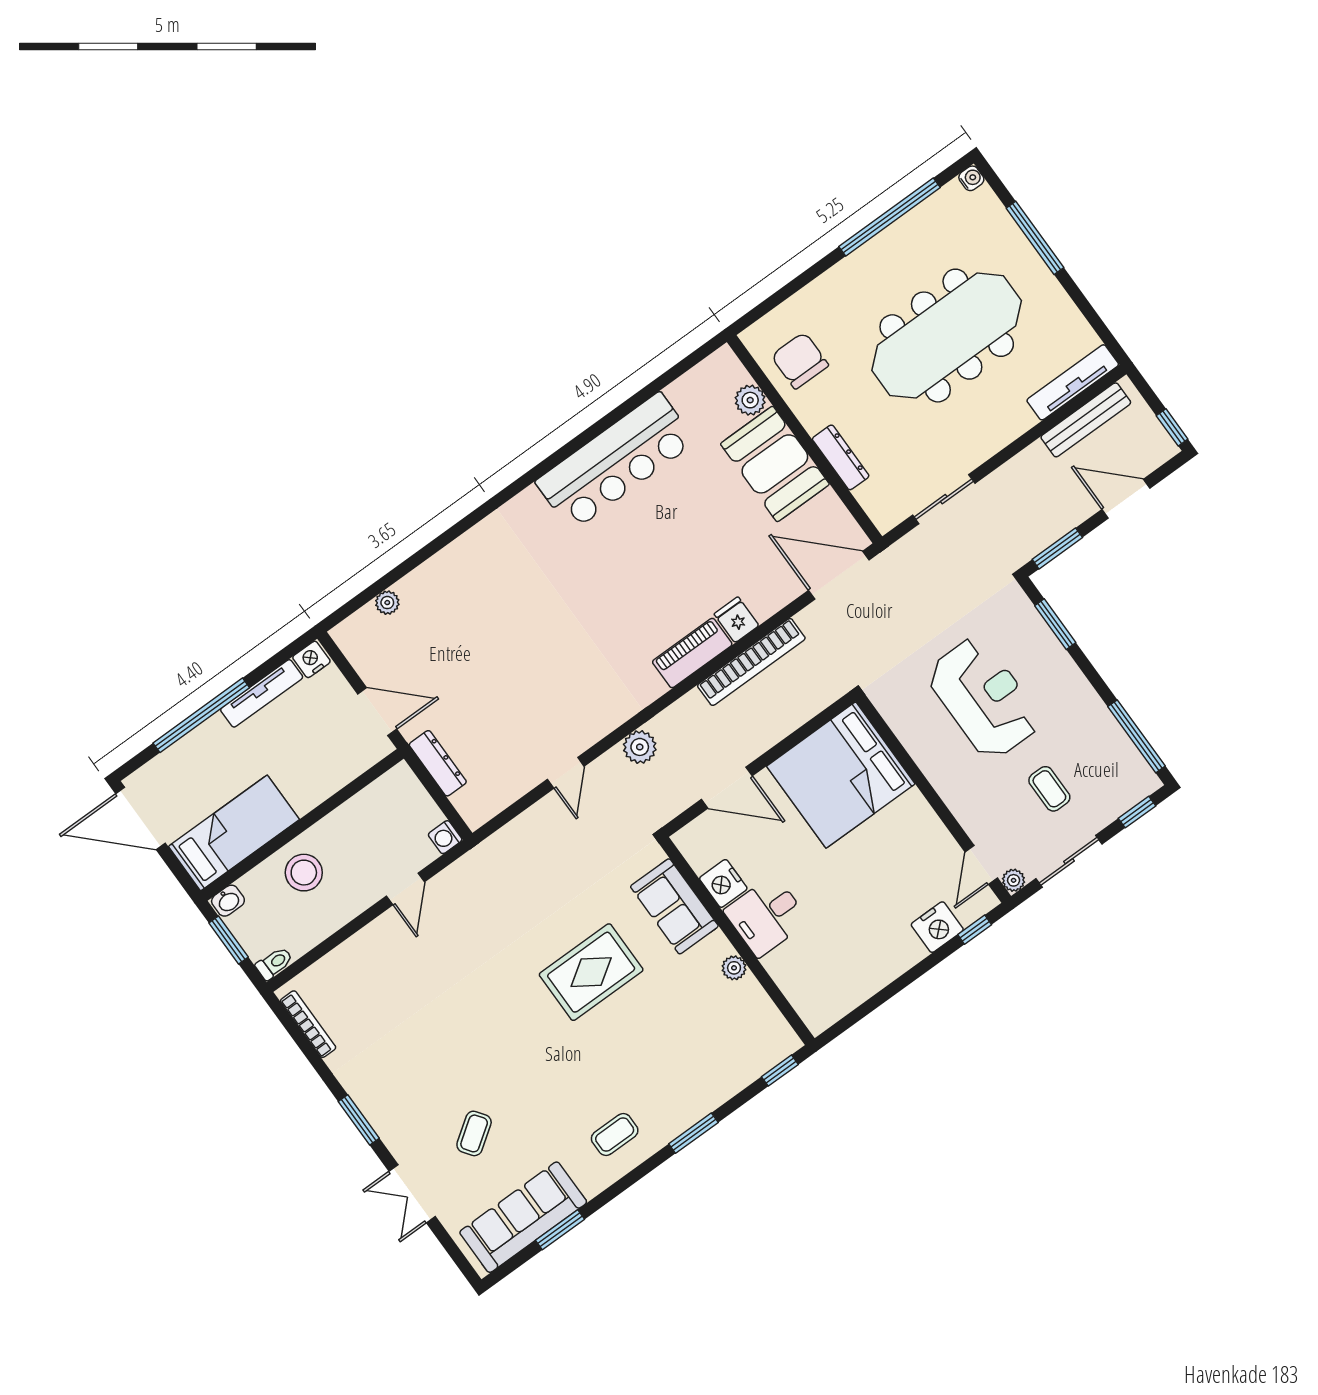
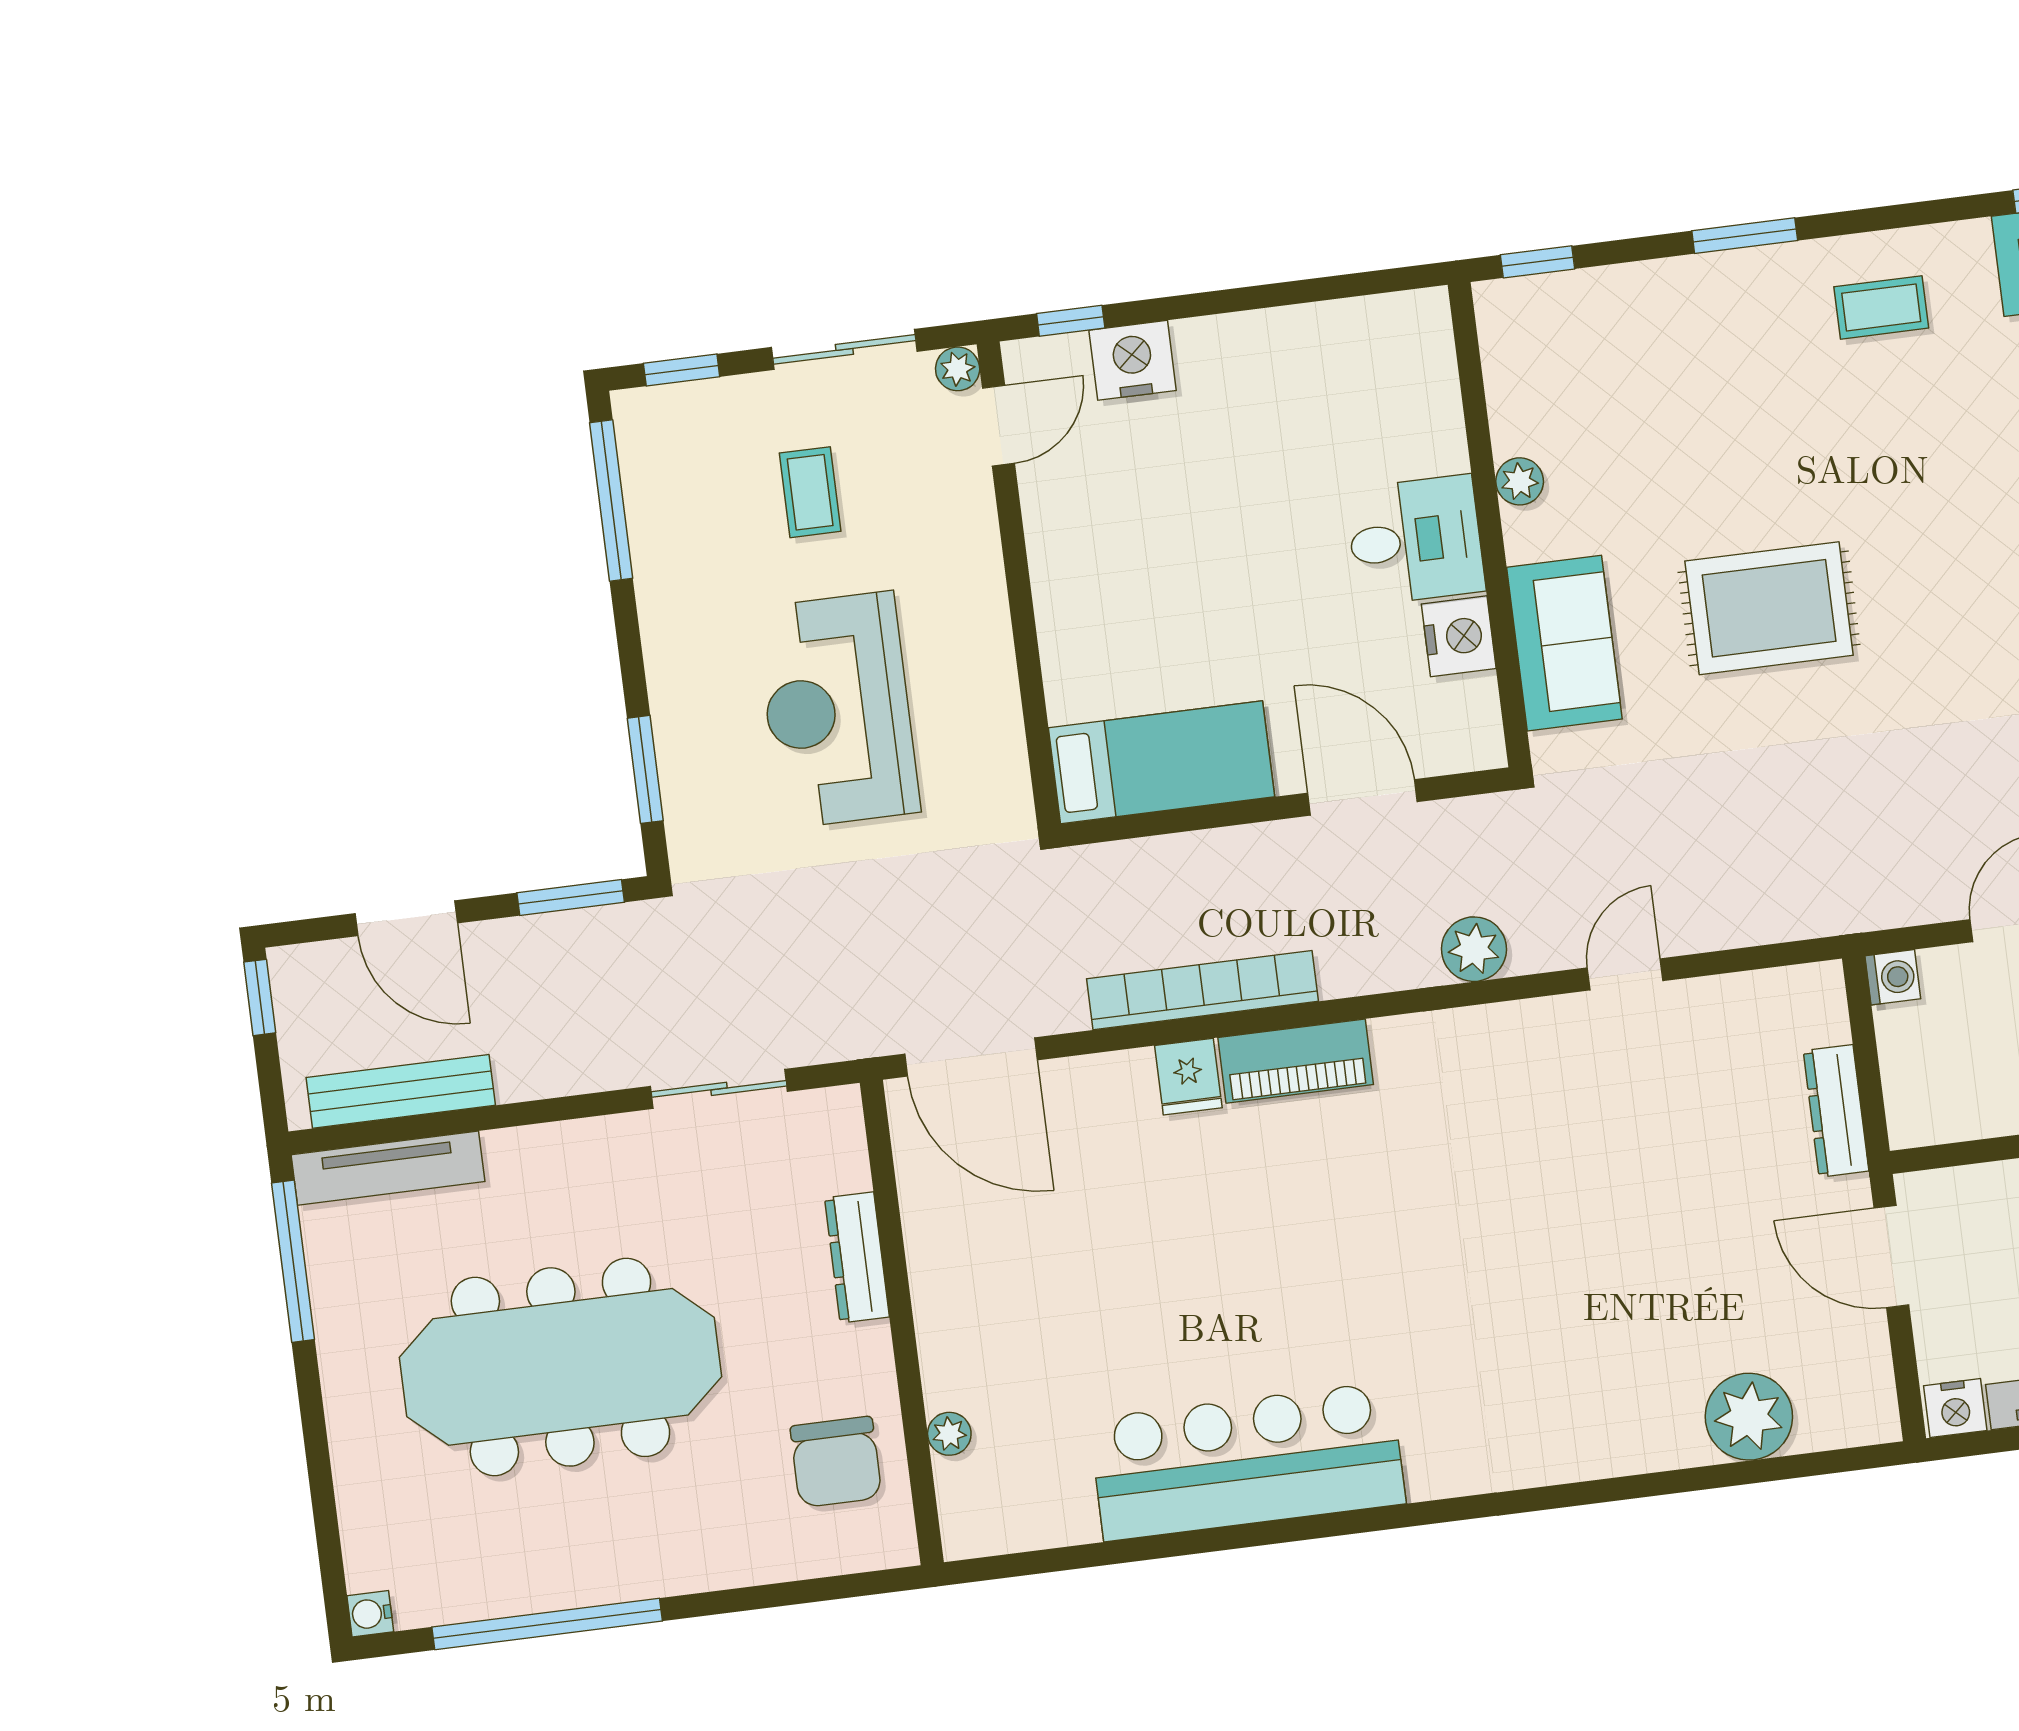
window: (1035, 238) -> (293, 1261), moved
plant: (750, 400) -> (949, 1434), width x0.73, depth x0.73
booth: (775, 464) -> (976, 1308), removed
plant: (387, 603) -> (1749, 1417), width x1.87, depth x1.87
bed: (841, 775) -> (1161, 762), width x0.49

